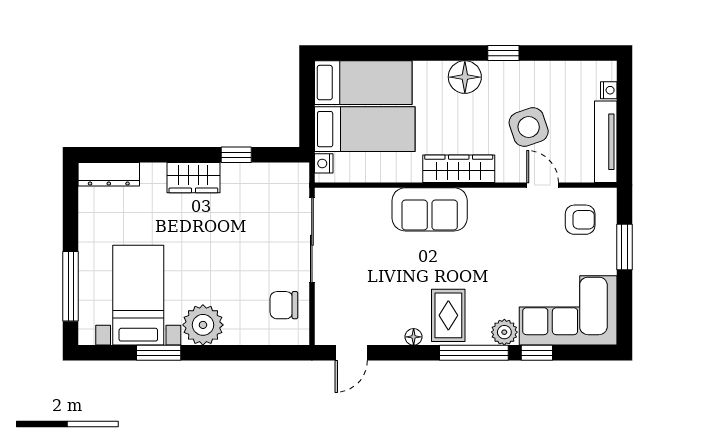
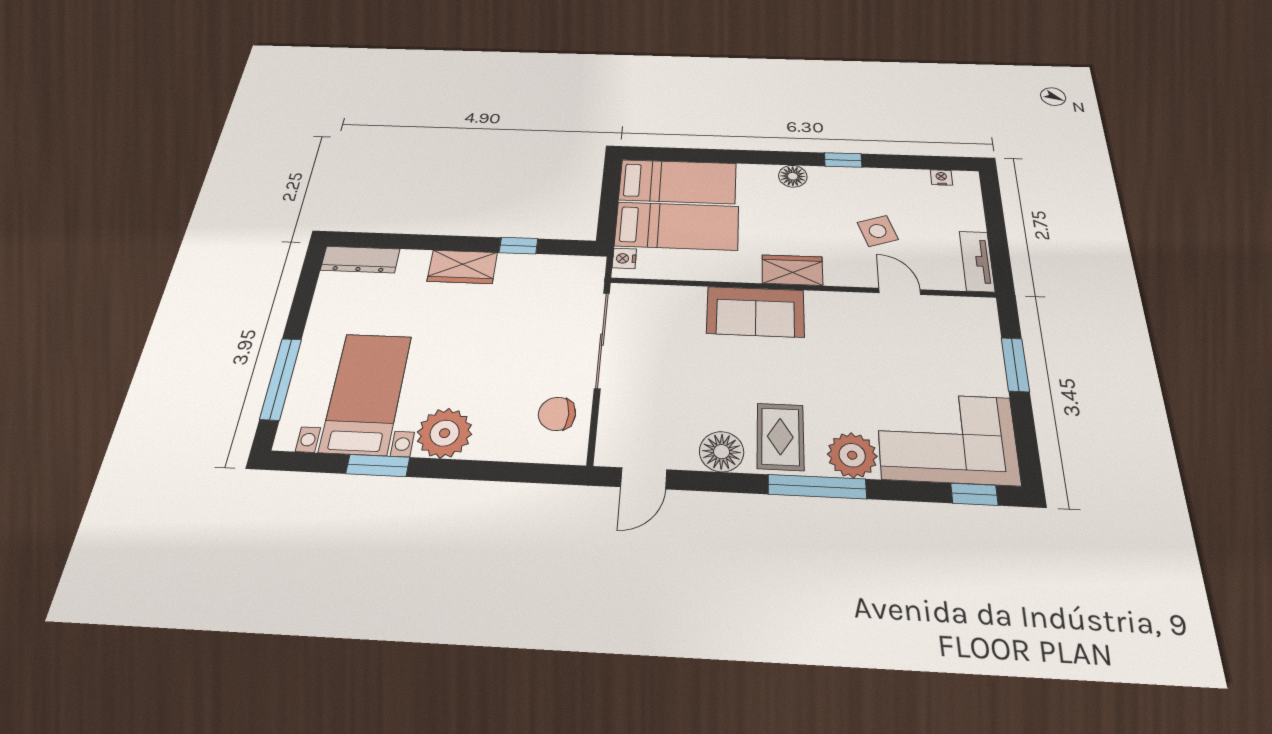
floor lamp: (465, 77) -> (793, 176), width x0.73, depth x0.73
nightstand: (609, 90) -> (941, 178), moved, turned -90
side table: (529, 127) -> (878, 231), width x0.73, depth x0.73
tv unit: (606, 142) -> (977, 261), width x0.71
wardrobe: (459, 169) -> (792, 270), width x0.67
armchair: (580, 220) -> (952, 331), removed
plant: (504, 332) -> (852, 455), width x1.36, depth x1.36
floor lamp: (414, 337) -> (722, 452), width x1.89, depth x1.89
window: (537, 353) -> (974, 494), moved

